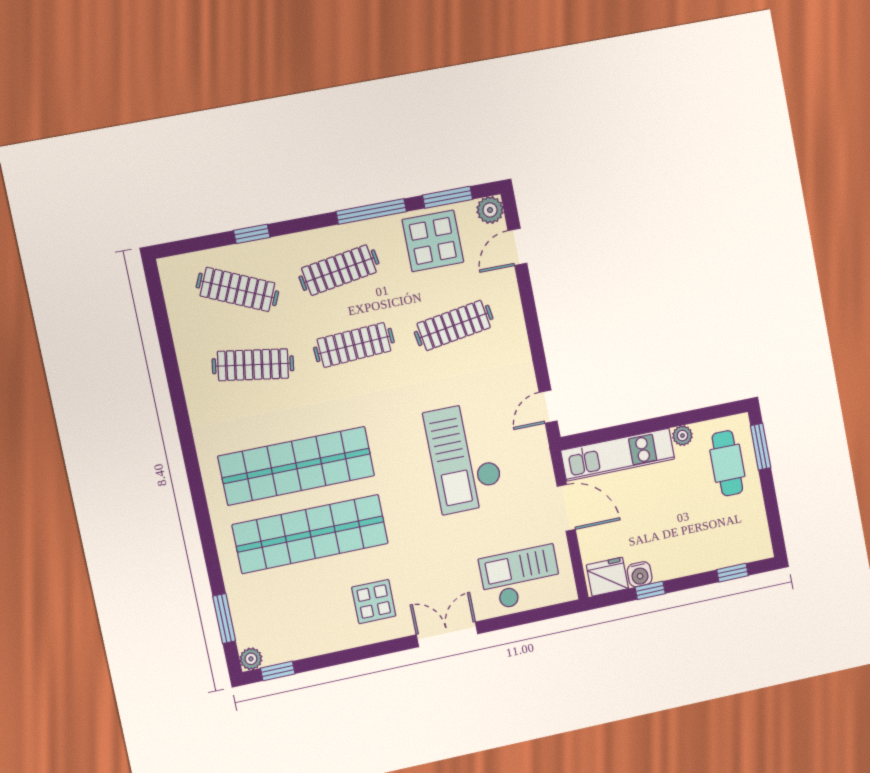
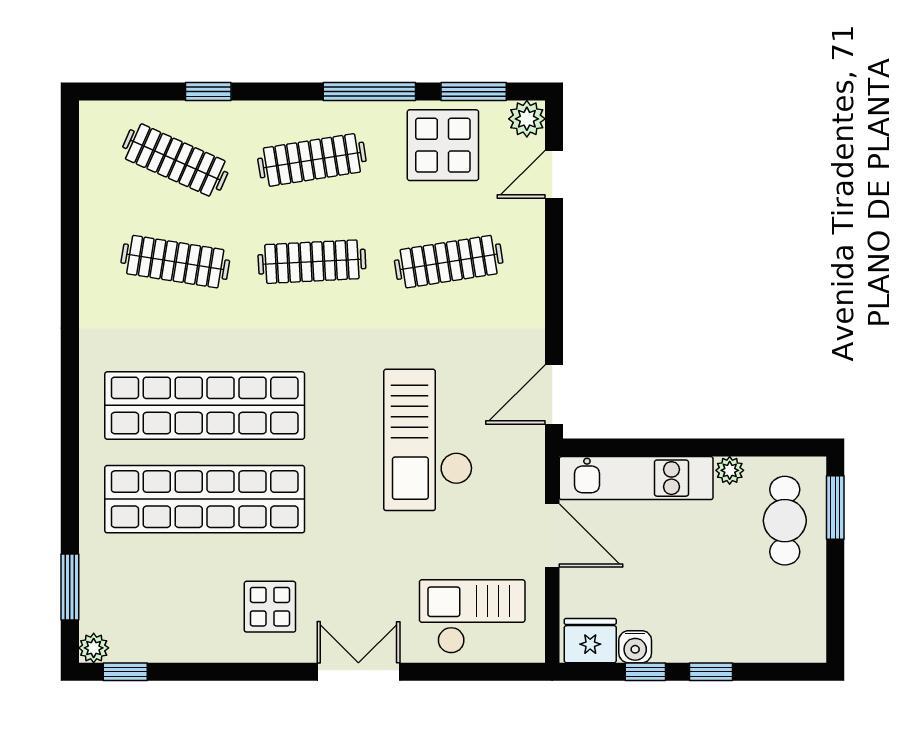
door: (548, 407) -> (554, 394), width x1.38
window: (733, 573) -> (711, 672), moved

